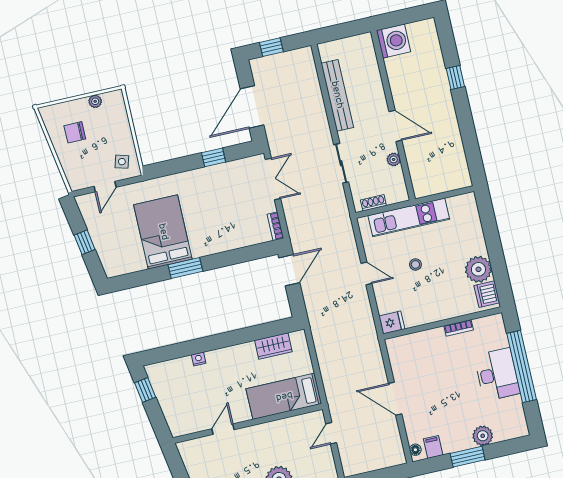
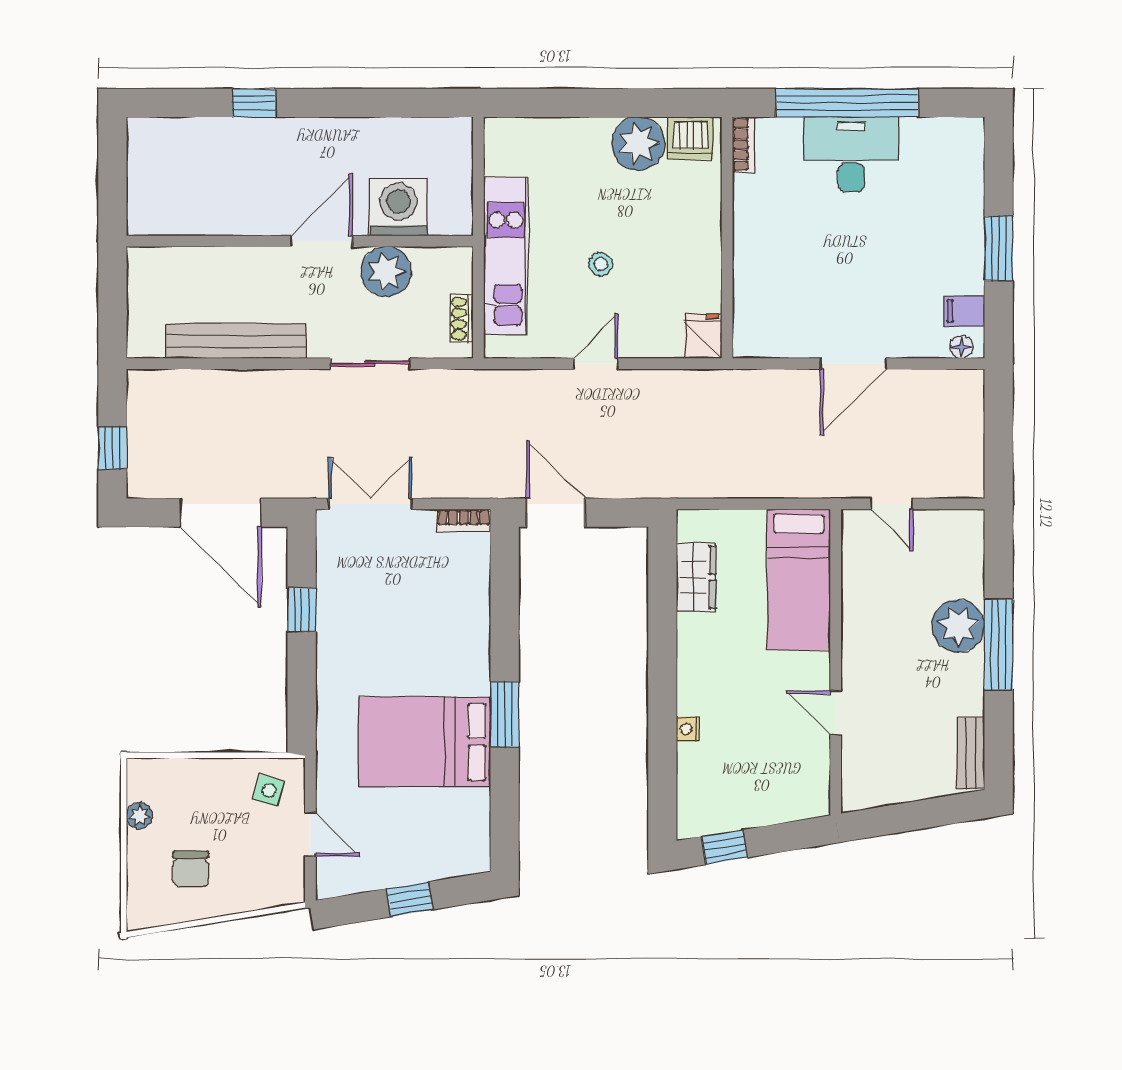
washing machine: (393, 41) -> (399, 207), moved
plant: (394, 159) -> (386, 271), width x1.88, depth x1.88
bookcase: (459, 328) -> (743, 144), moved
plant: (483, 436) -> (964, 209), removed

